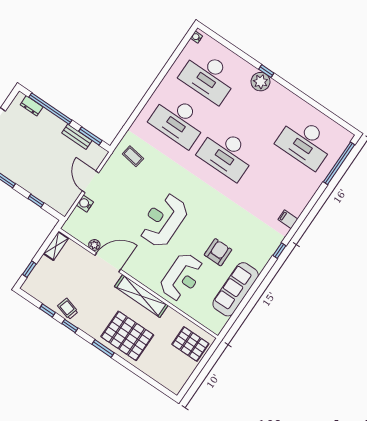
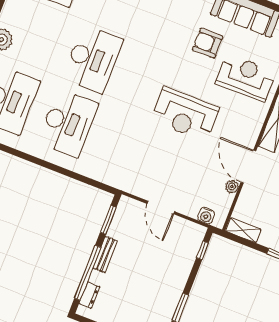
bench: (77, 137) -> (105, 255), moved
coffee table: (133, 156) -> (120, 166), removed
door: (90, 182) -> (161, 208), hinge flipped
window: (36, 201) -> (202, 250), moved
water cooler: (85, 204) -> (206, 216), moved

